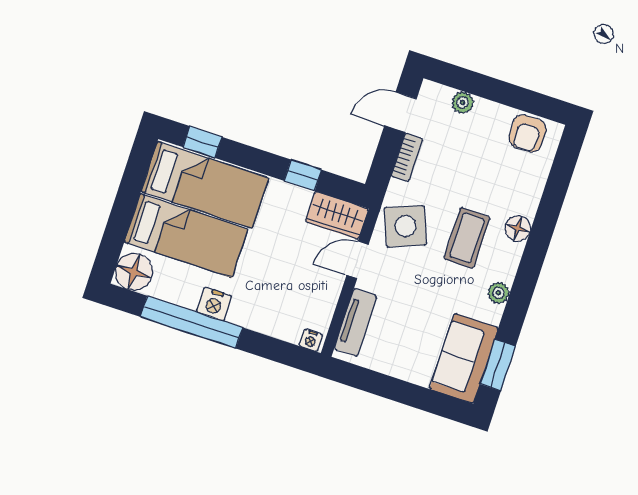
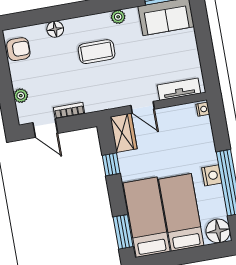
window: (202, 142) -> (123, 232), width x1.50
side table: (405, 226) -> (109, 90), removed
floor lamp: (518, 228) -> (55, 29), moved

